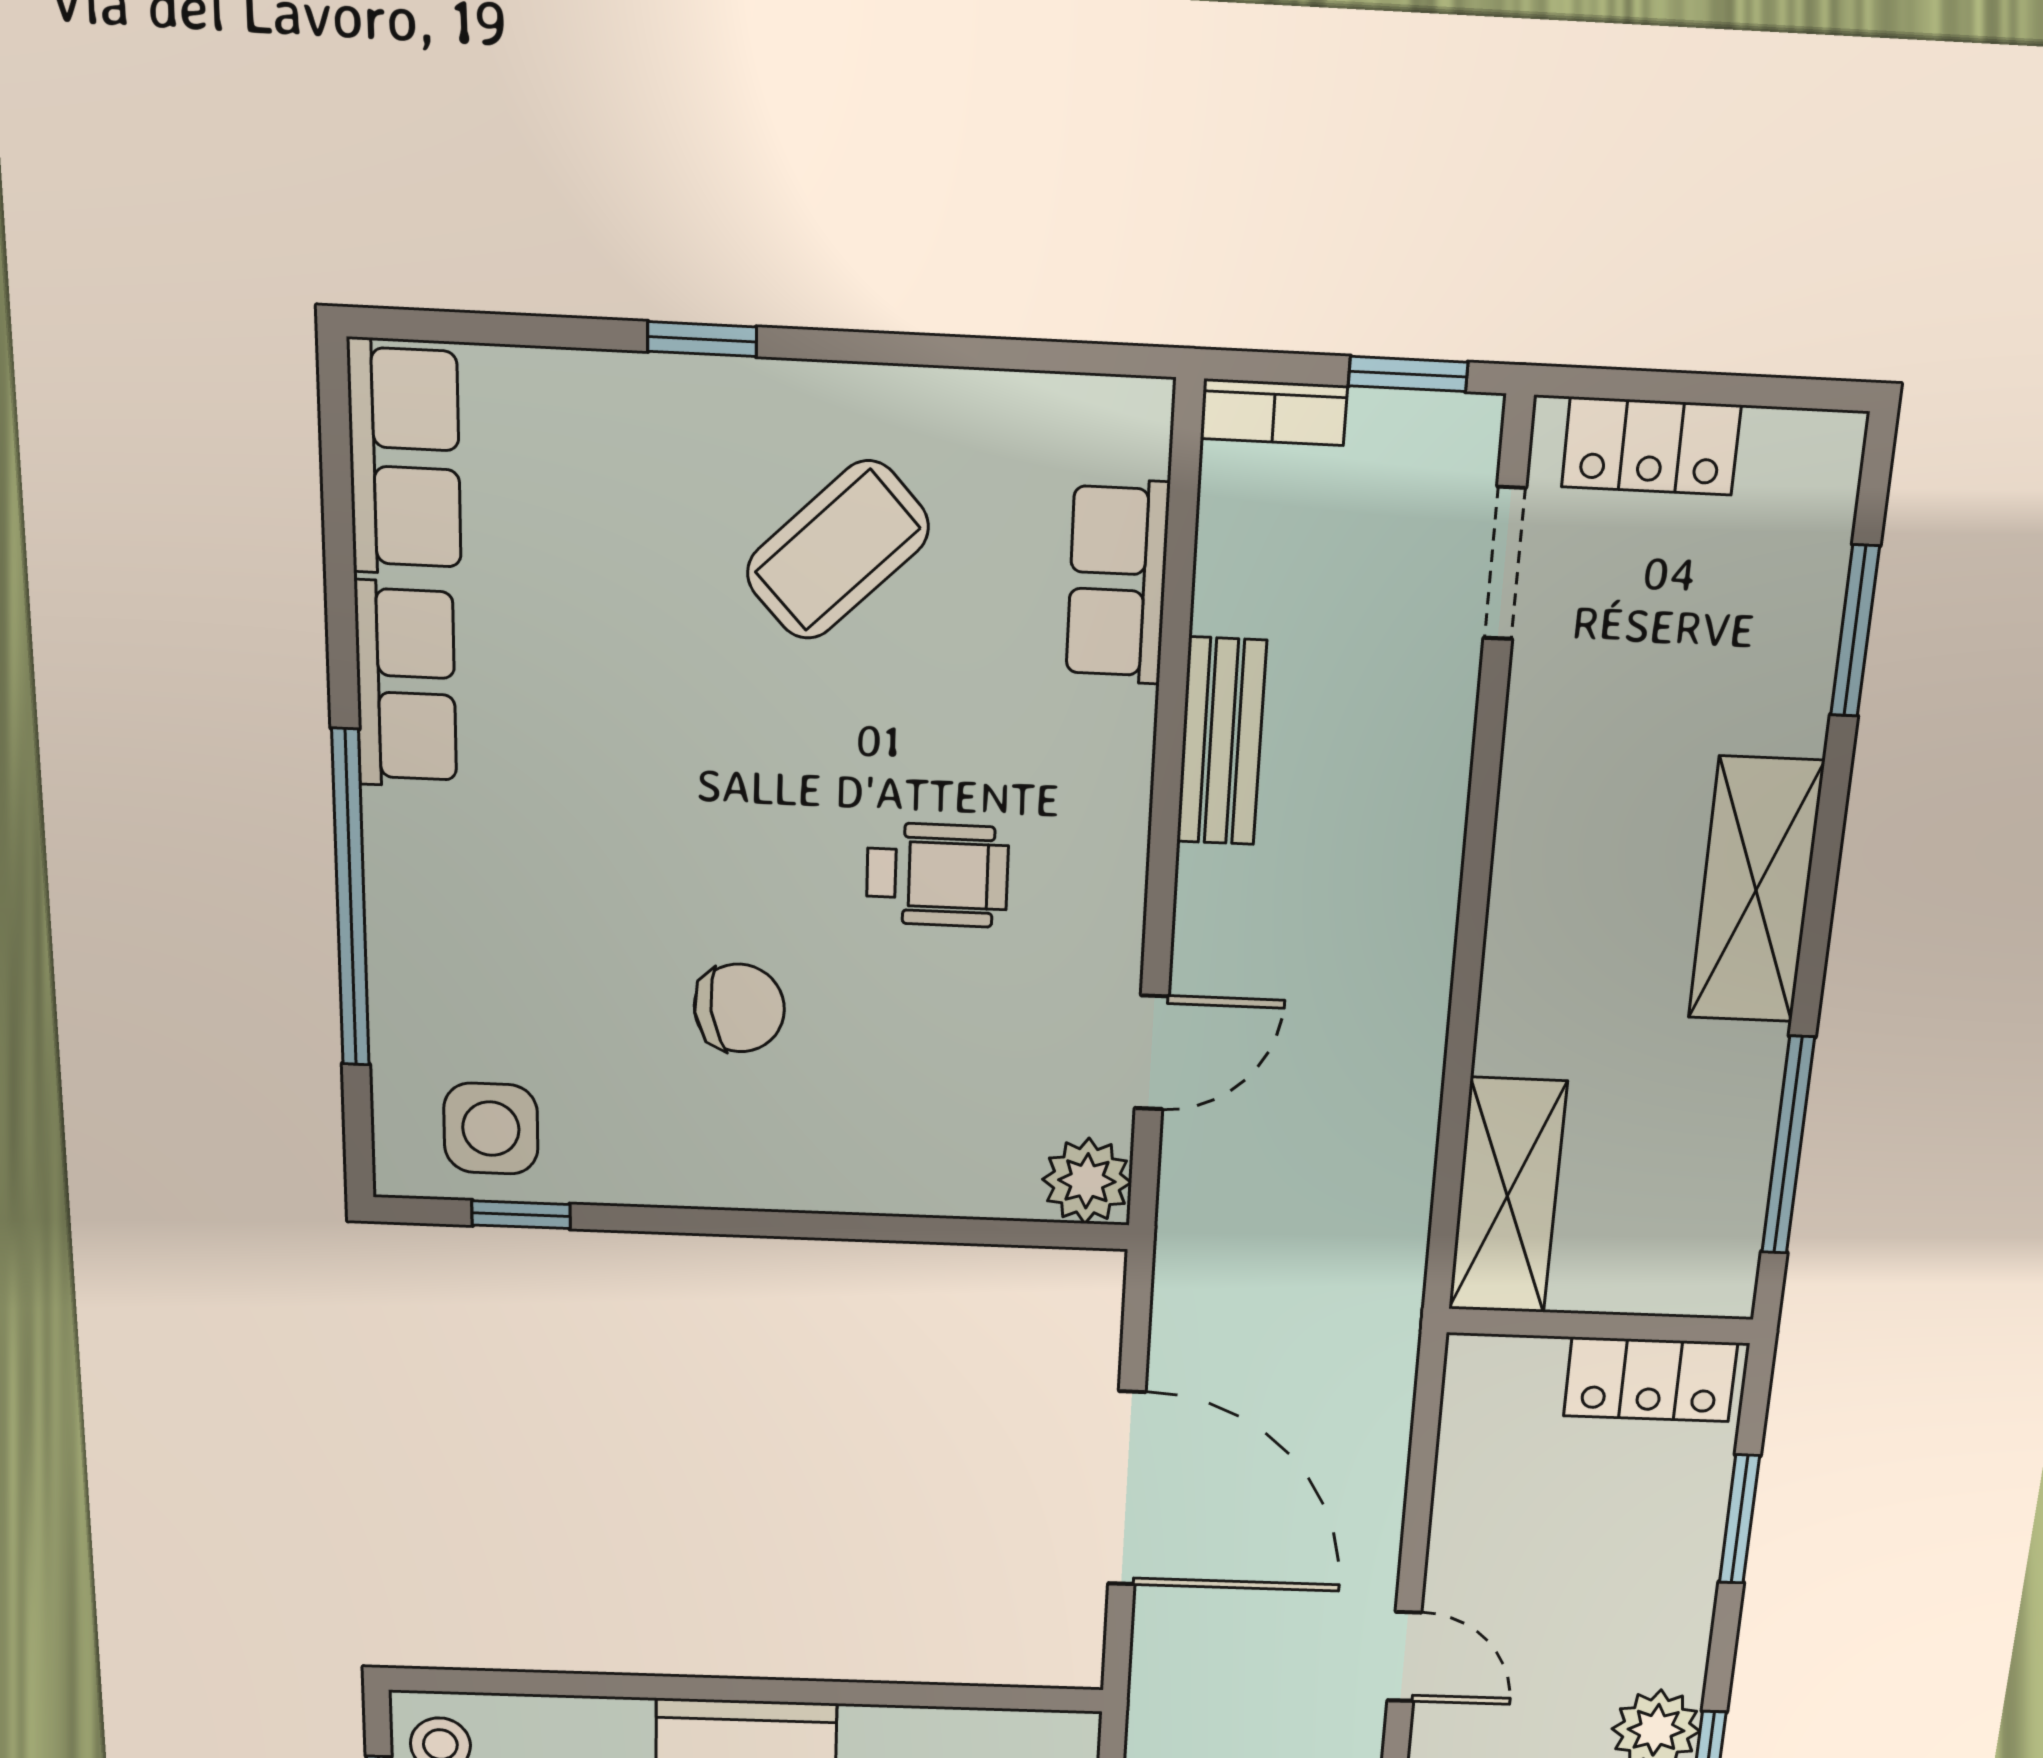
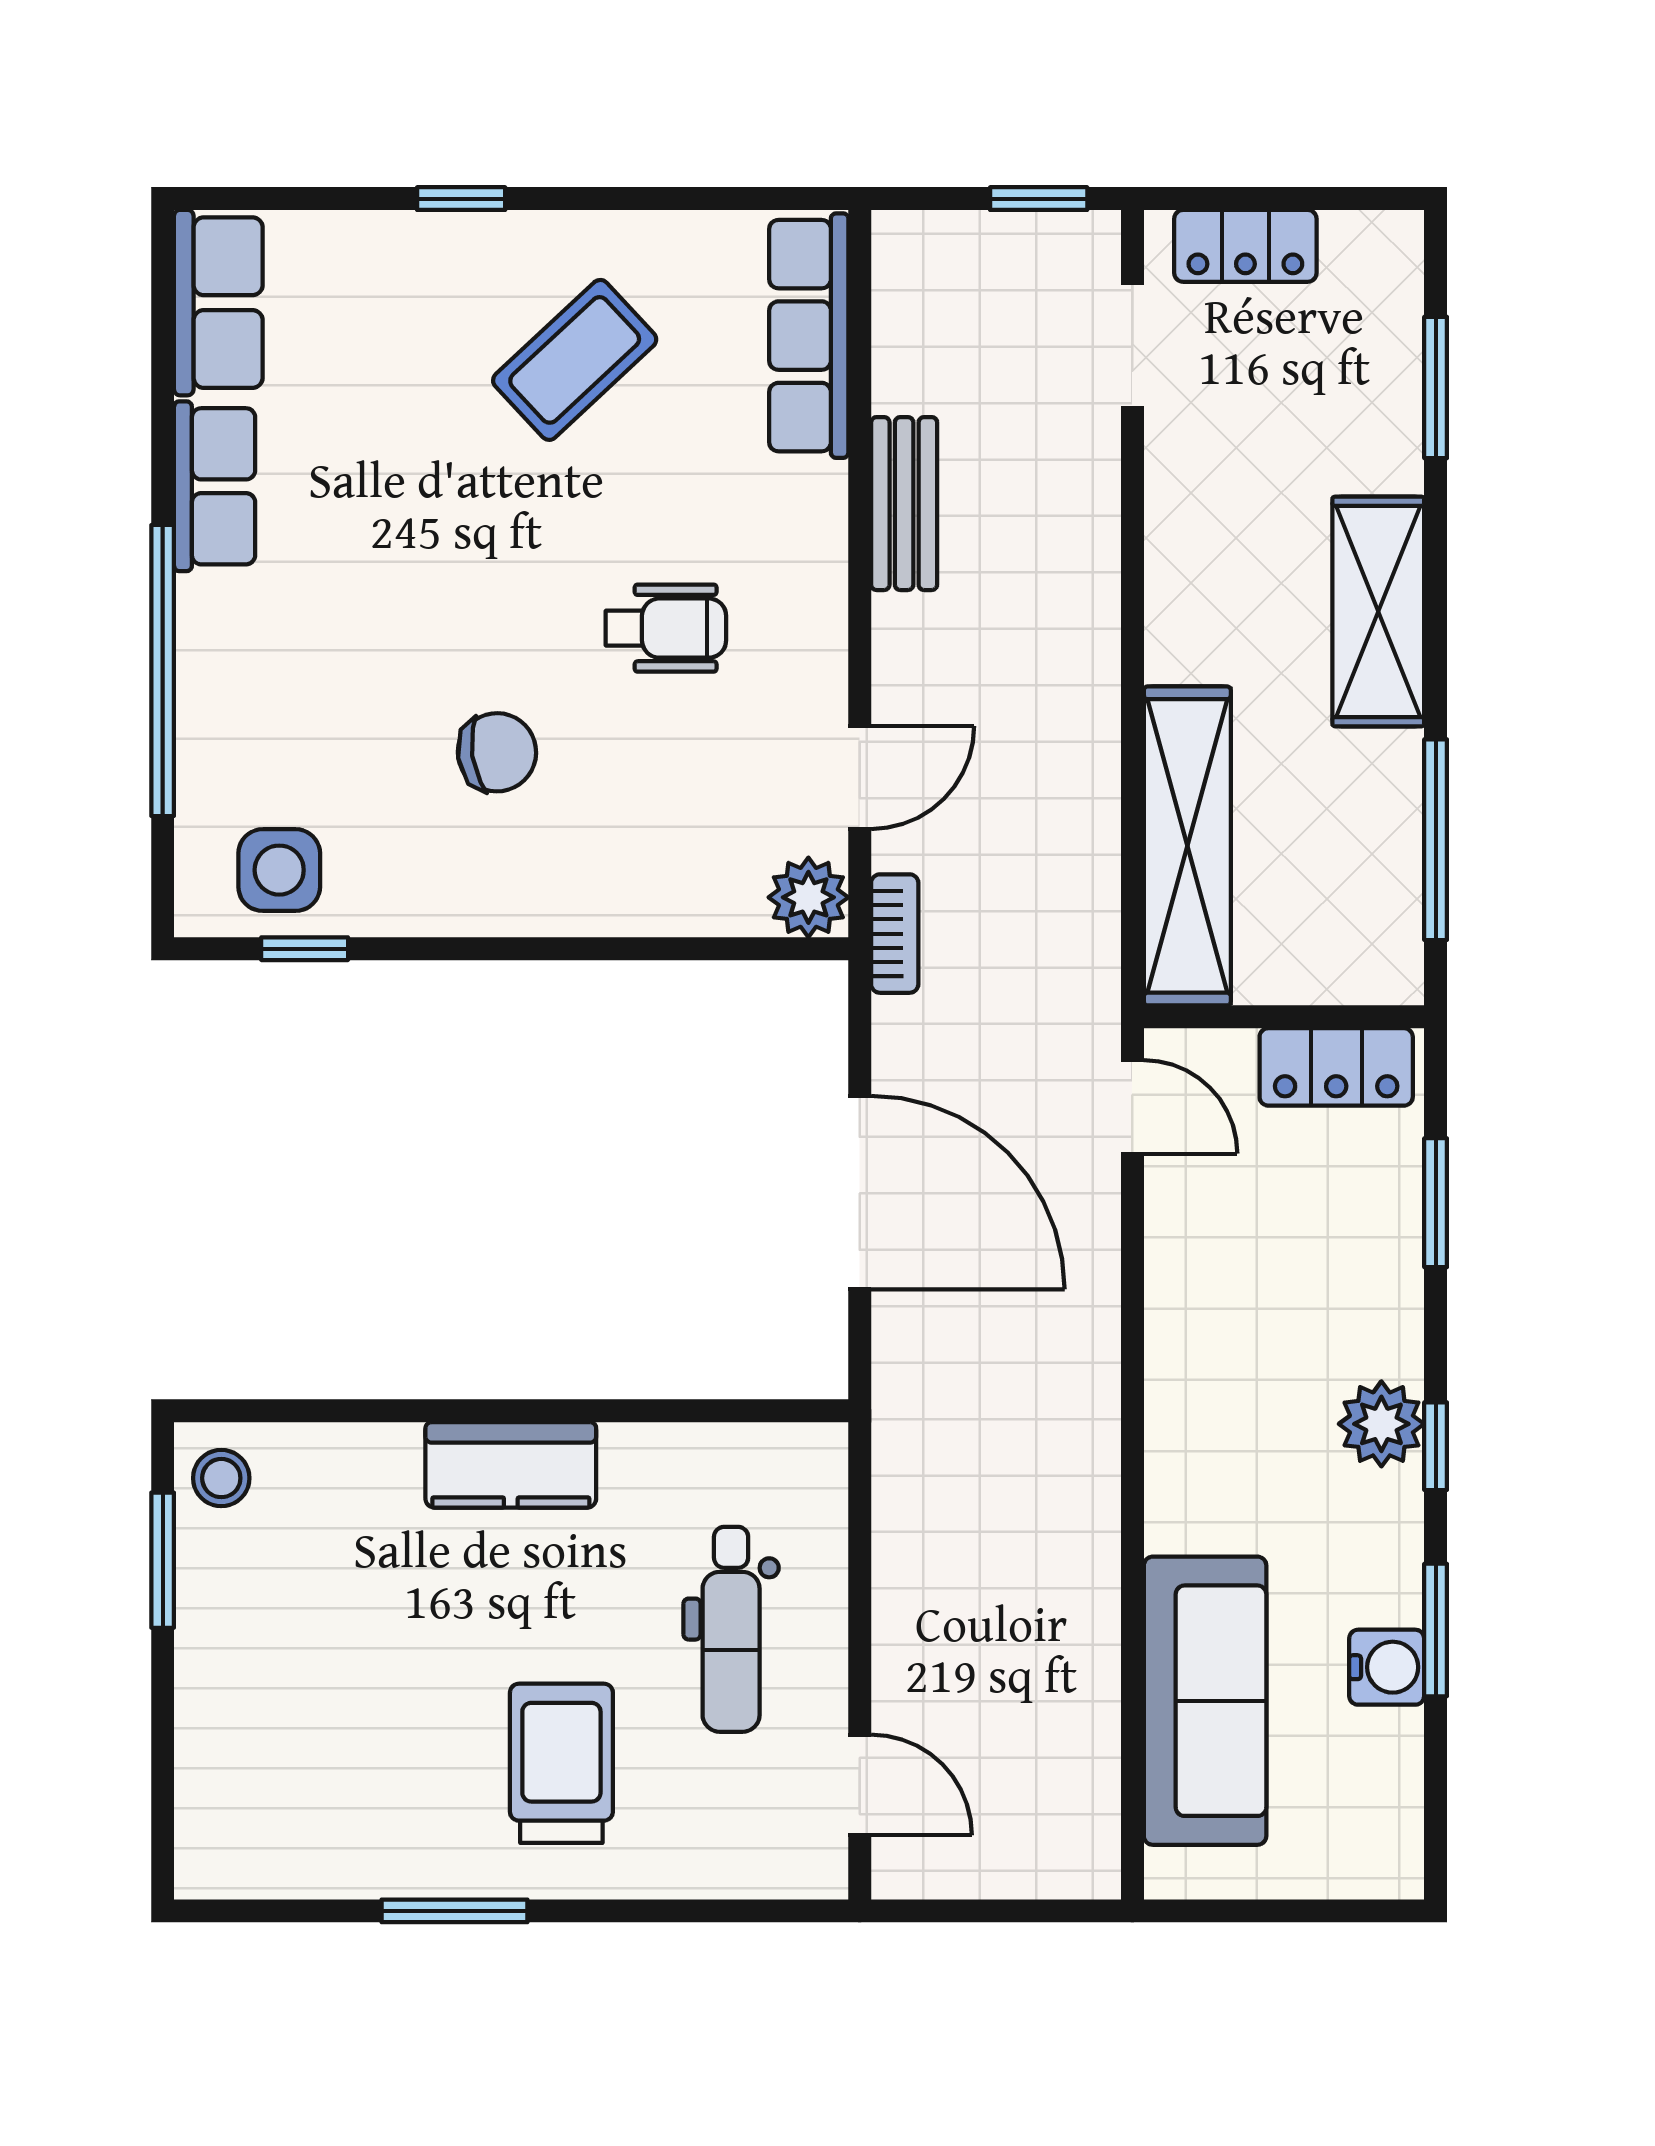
bookcase: (1274, 412) -> (895, 934), moved, turned -90
row of seats: (1118, 582) -> (809, 336), width x1.48
shelving: (1507, 1196) -> (1187, 846), width x1.47
door: (1404, 1657) -> (1132, 1107), moved

